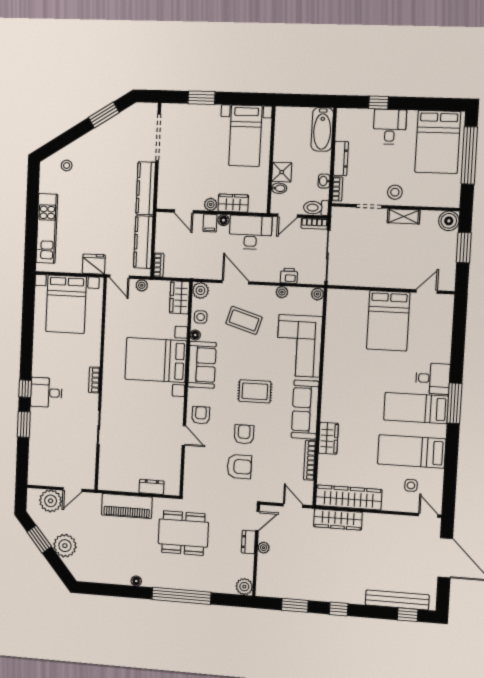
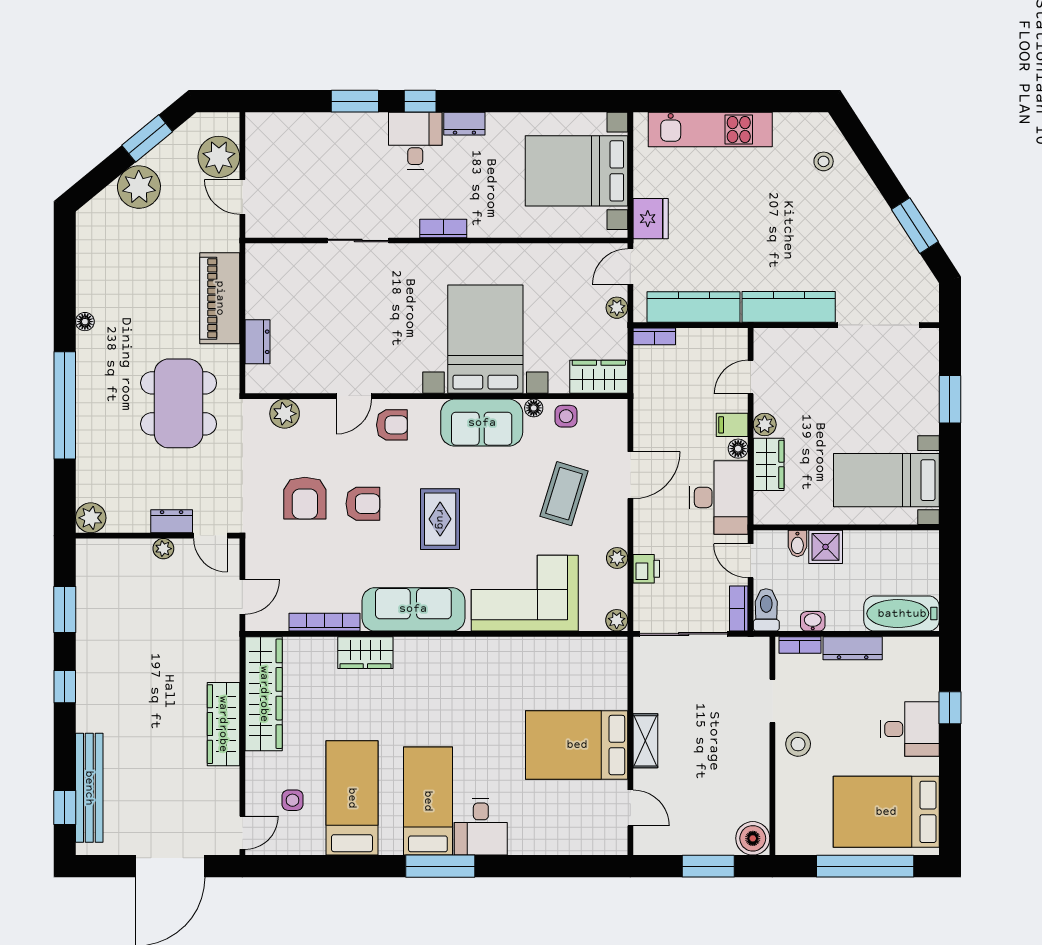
shelving: (404, 216) -> (645, 741), moved
plant: (200, 290) -> (285, 414), moved
dresser: (38, 365) -> (464, 124), added
wardrobe: (338, 519) -> (223, 724), moved

